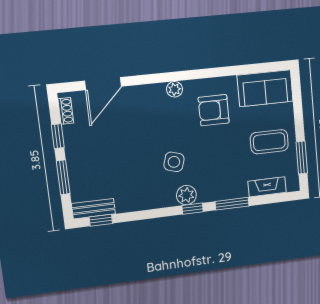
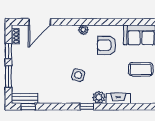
fireplace: (267, 187) -> (118, 98), moved
plant: (186, 195) -> (99, 97), moved
window: (232, 204) -> (113, 107), removed

